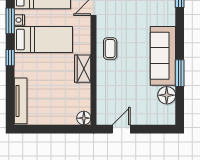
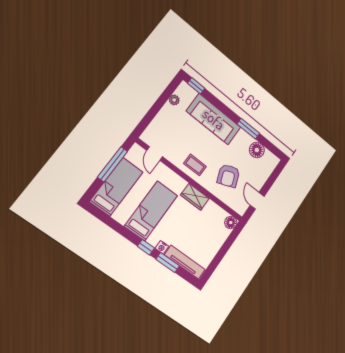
nightstand: (19, 20) -> (162, 247), moved
window: (10, 21) -> (168, 262), moved
sofa: (163, 56) -> (214, 119), moved
armchair: (123, 86) -> (228, 176), added

